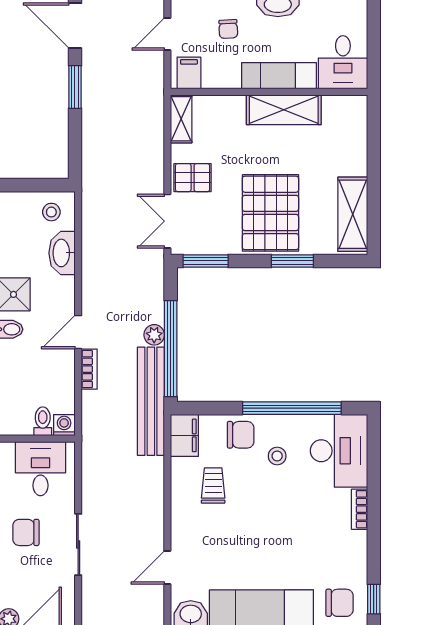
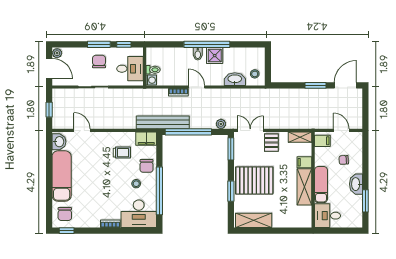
filing cabinet: (233, 110) -> (304, 162), added
plant: (154, 335) -> (221, 124), moved

